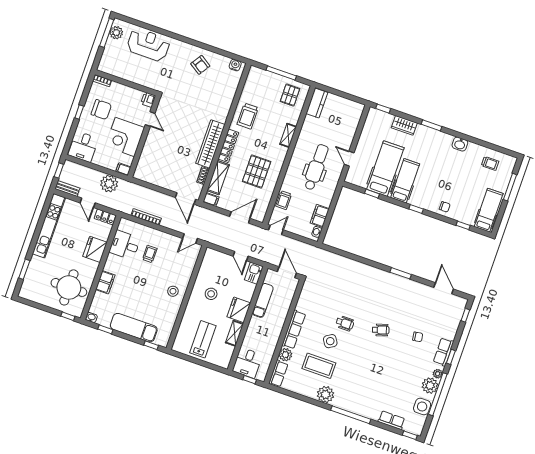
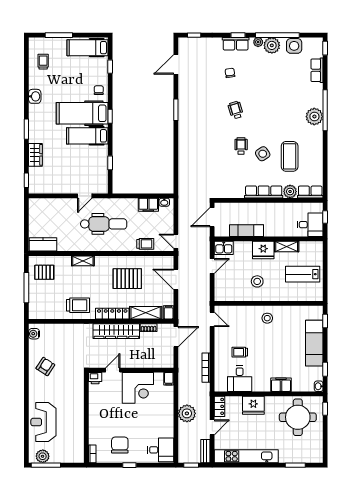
printer: (148, 100) -> (95, 378), moved
door: (150, 119) -> (113, 370), moved
wall: (144, 136) -> (131, 370), moved
corner desk: (125, 137) -> (138, 388), moved
dental chair: (316, 167) -> (104, 224), turned 180
filing cabinet: (123, 169) -> (169, 379), moved
hospital bed: (385, 169) -> (82, 113), moved
plant: (326, 395) -> (314, 117), moved

